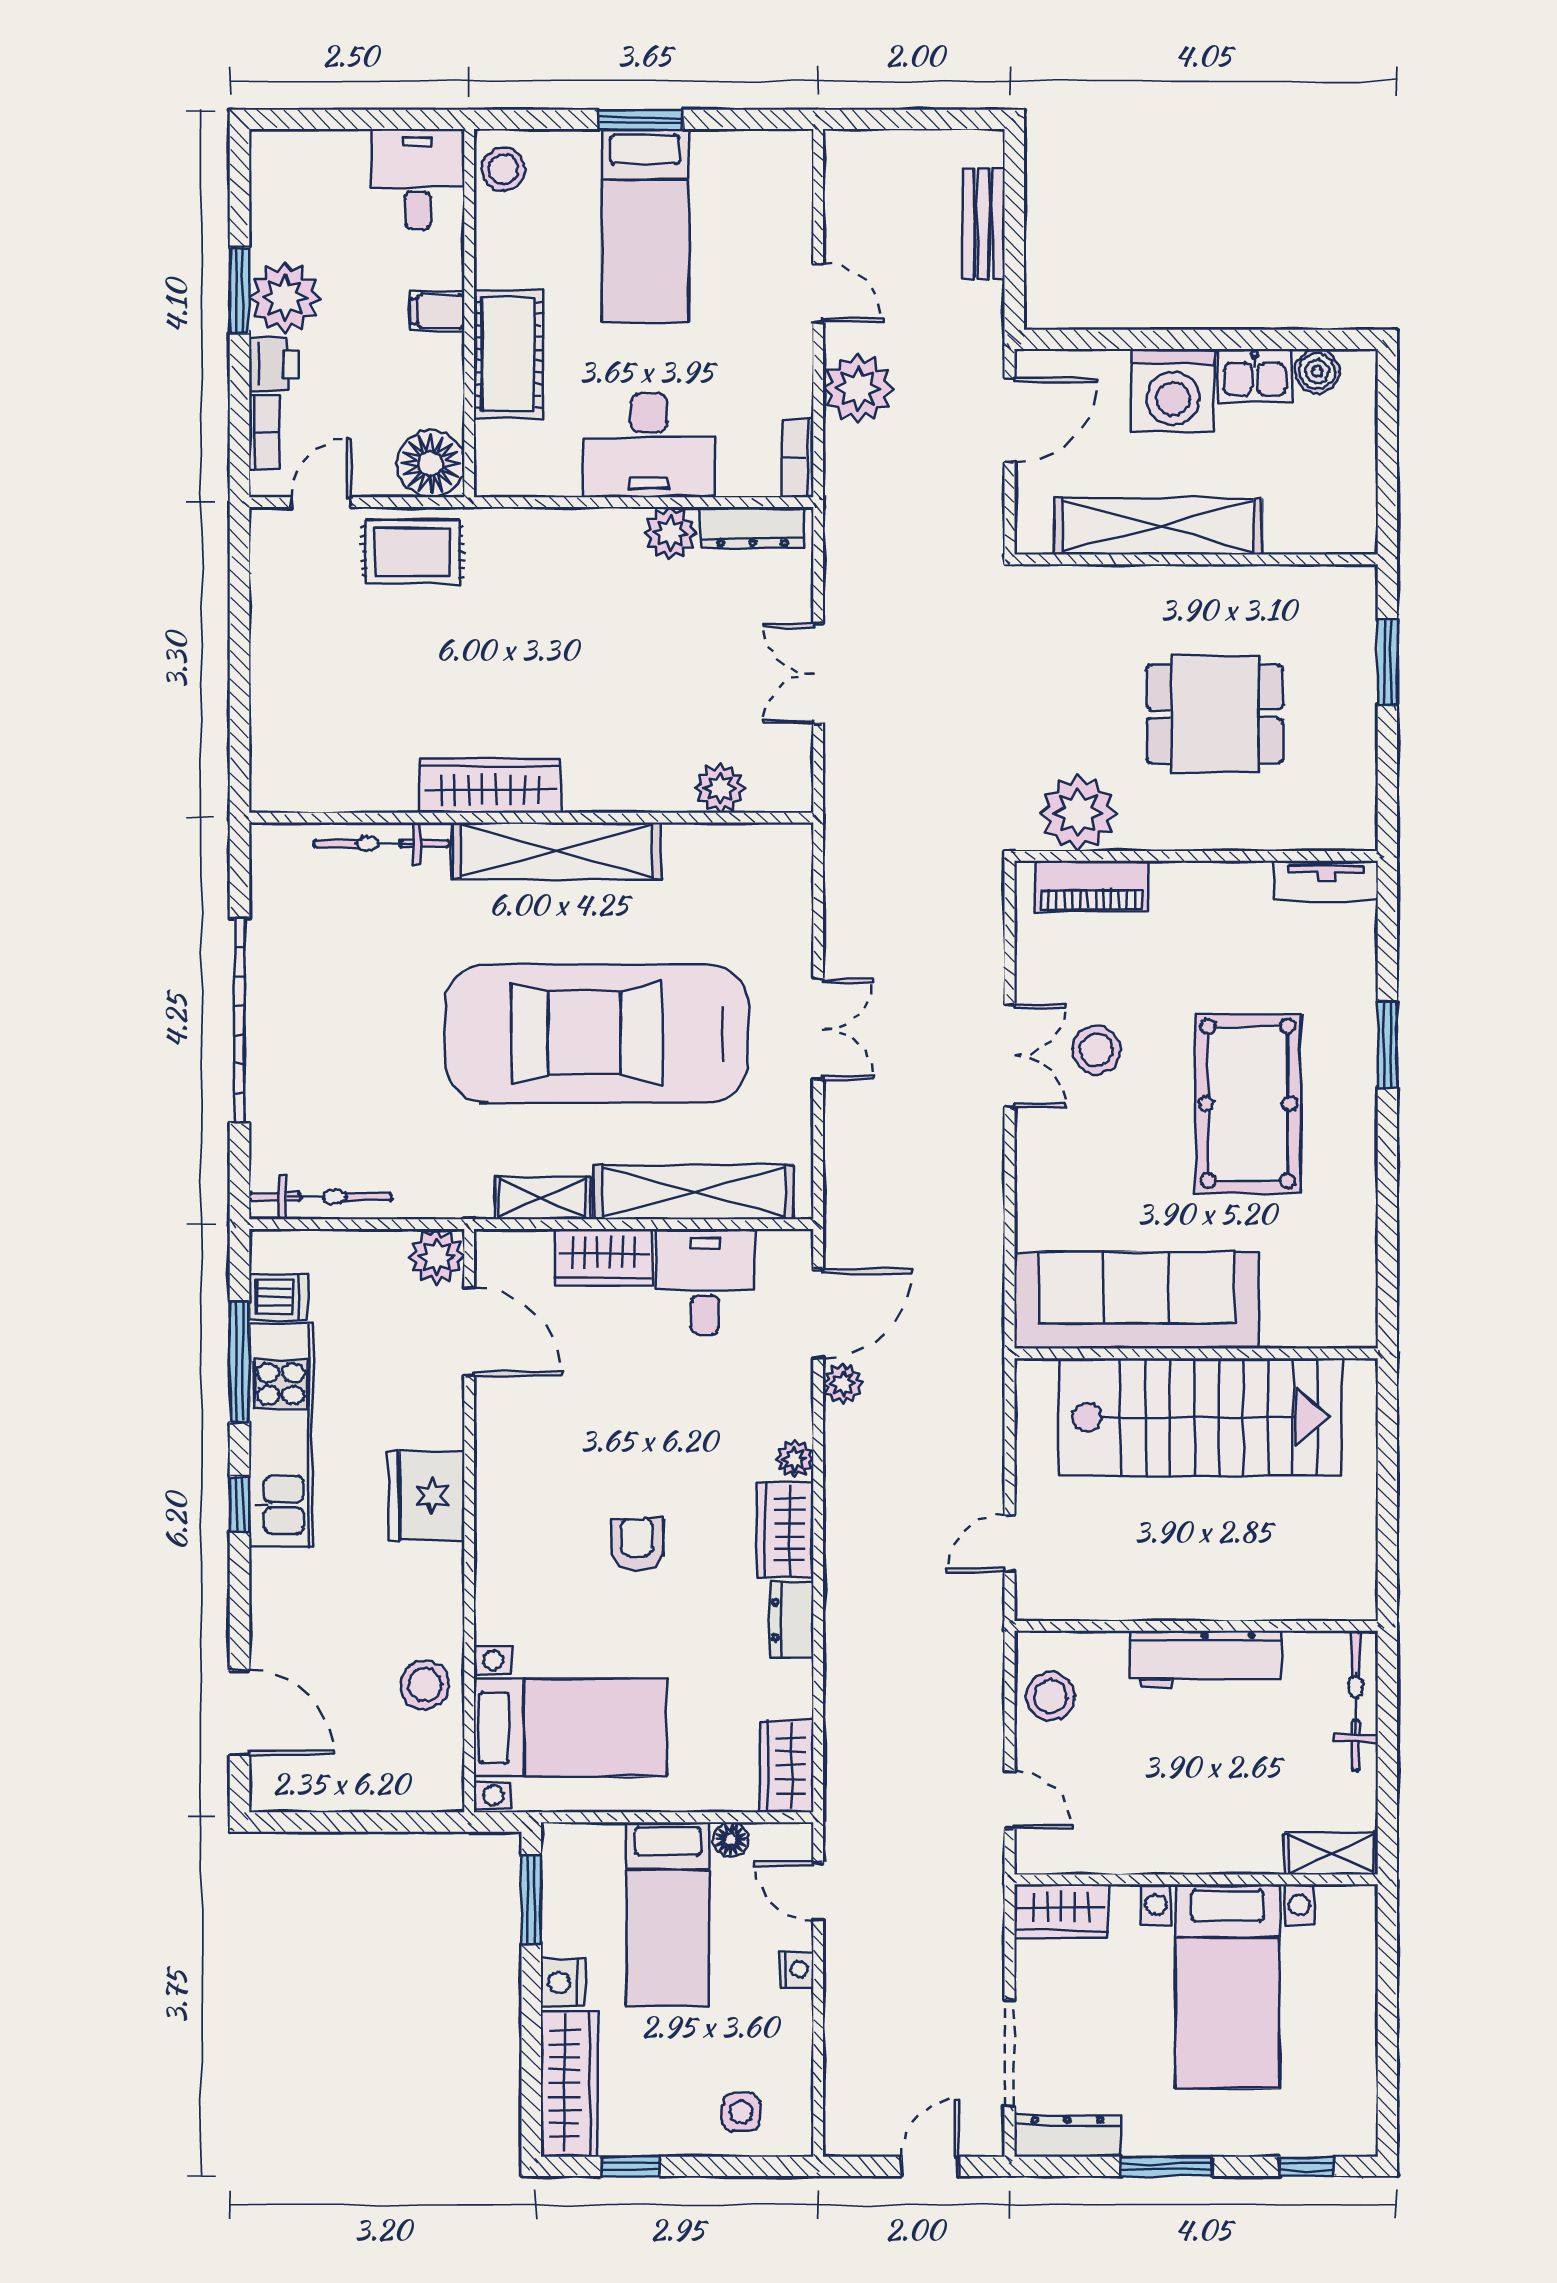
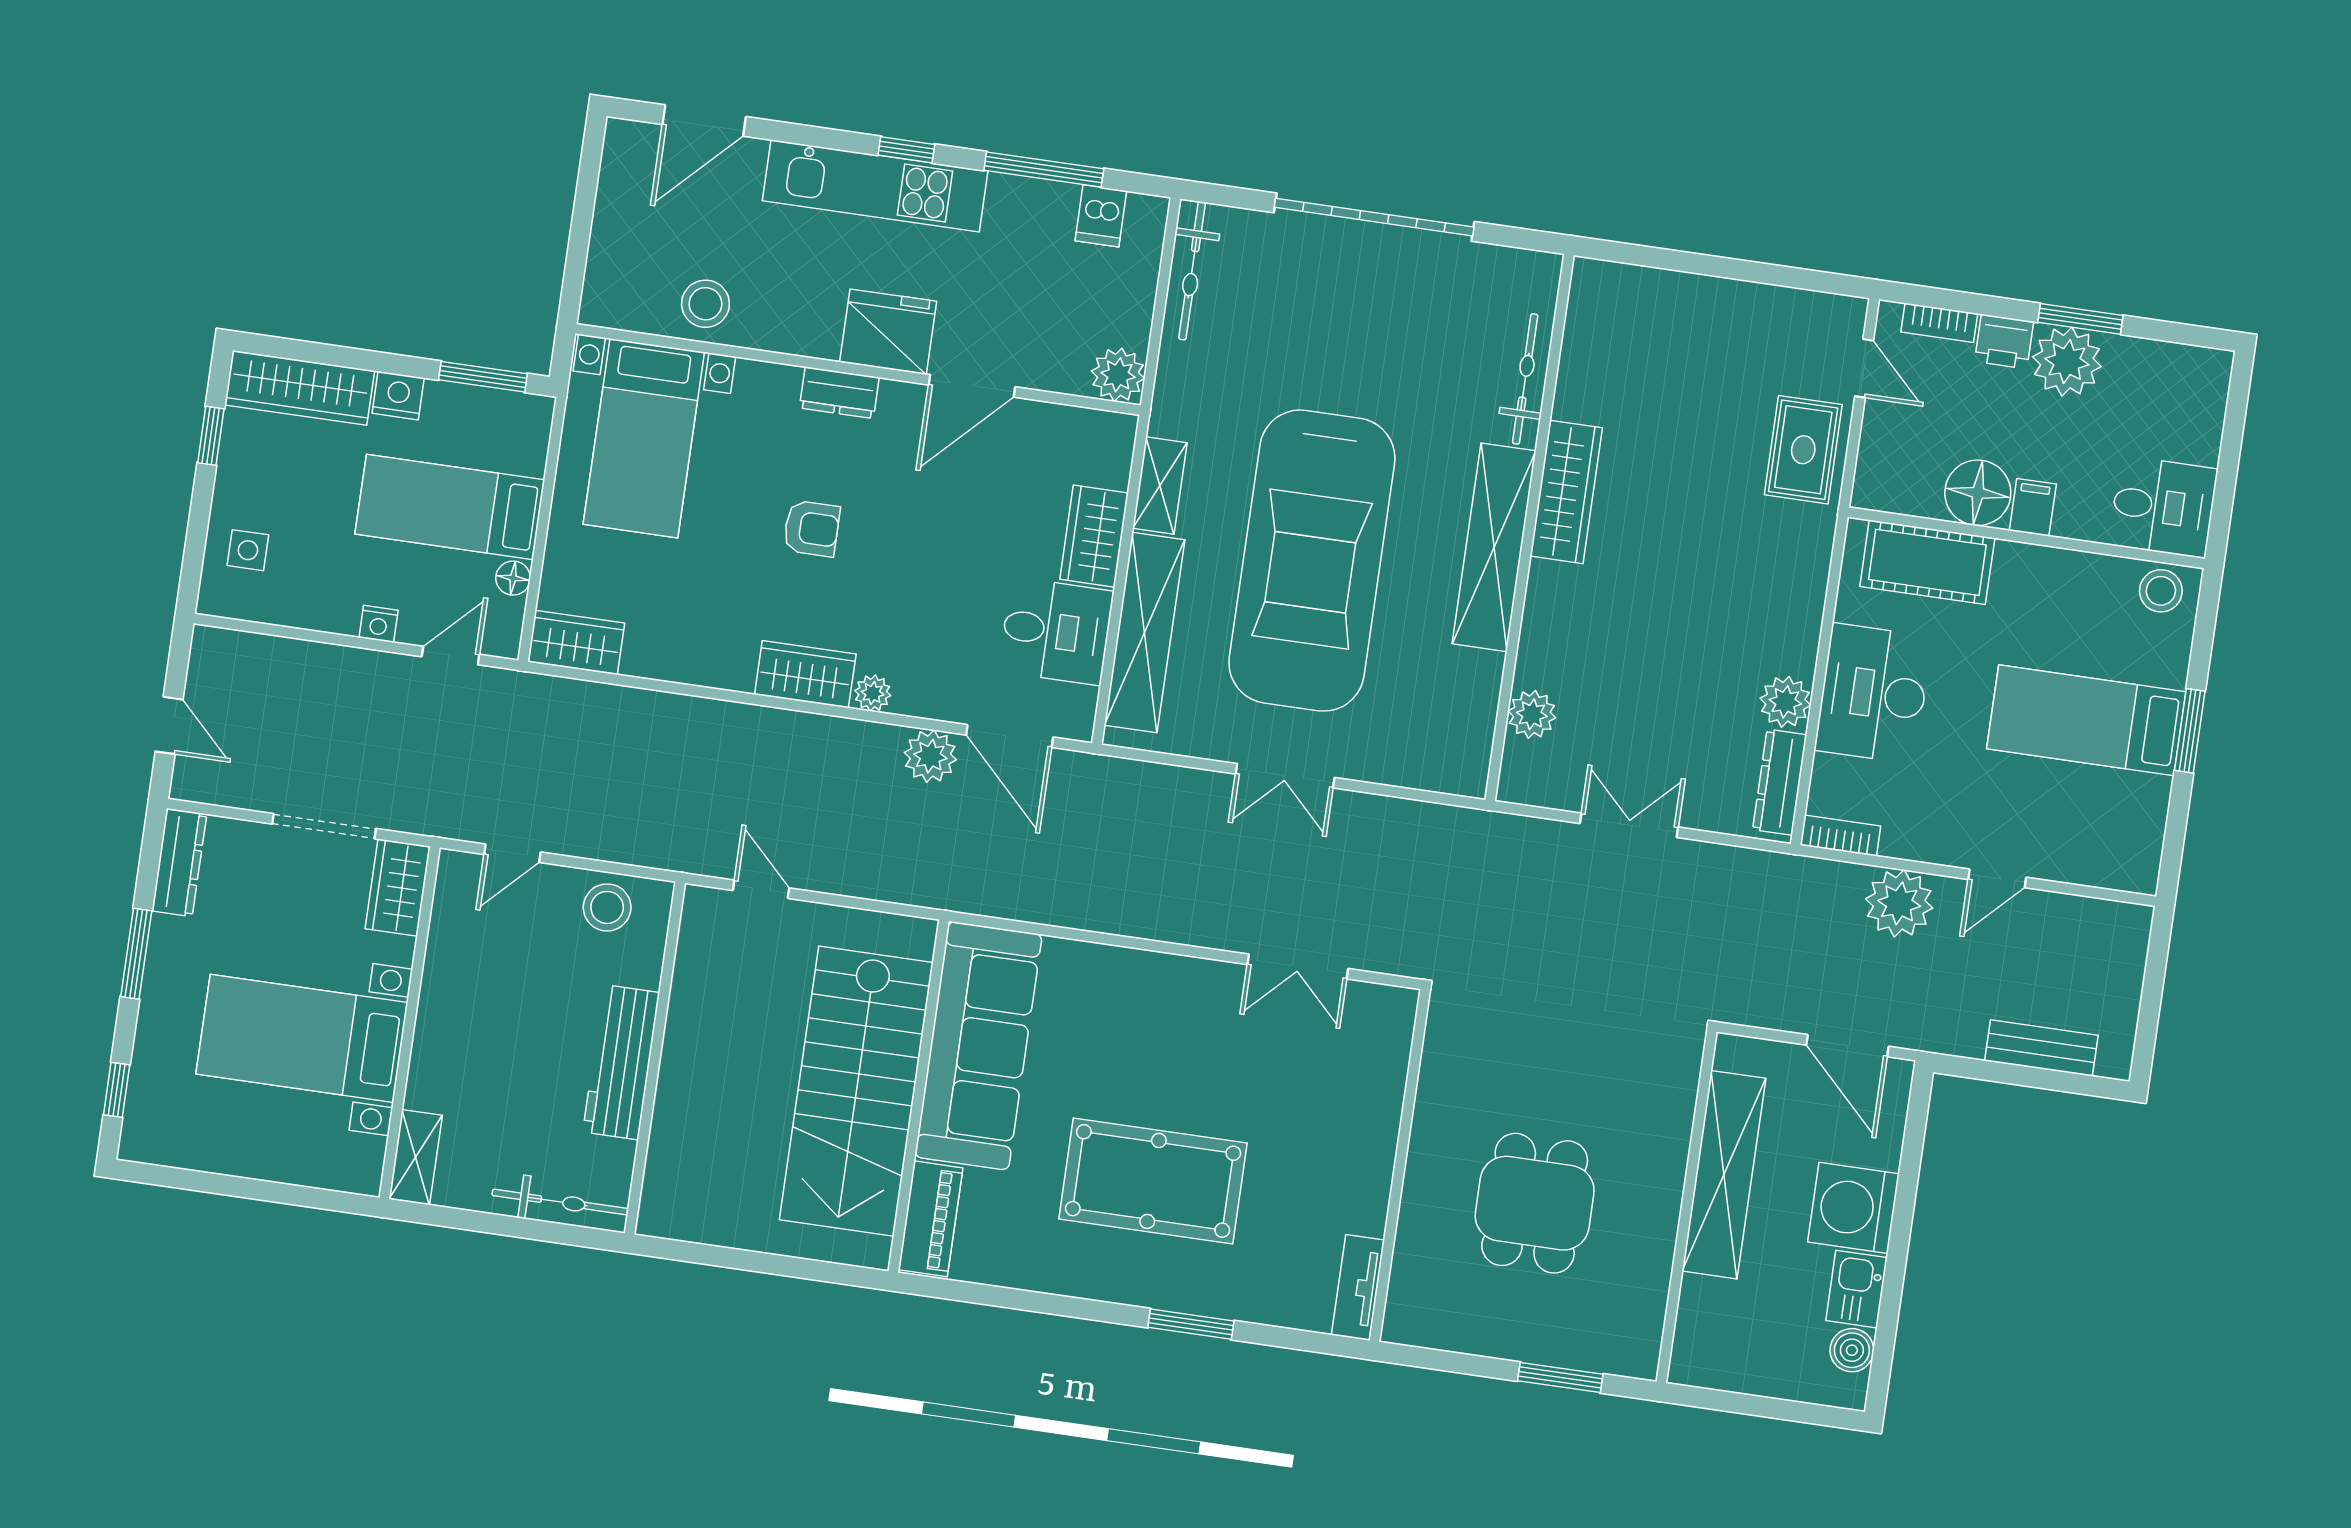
cot: (508, 354) -> (1927, 562), moved
floor lamp: (431, 464) -> (1978, 493), moved
plant: (1078, 813) -> (1458, 1057), removed
piano: (1091, 886) -> (931, 1219), moved, turned 180
car: (596, 1033) -> (1312, 561), turned 180
stool: (1096, 1050) -> (1226, 1042), removed
double door: (1010, 1056) -> (1298, 967), moved
door: (469, 1332) -> (972, 386), moved
plant: (843, 1384) -> (930, 756), width x1.38, depth x1.38
kitchen unit: (281, 1436) -> (875, 186), moved
dresser: (792, 1620) -> (839, 393), moved, turned 180
doorway: (1010, 2053) -> (324, 826), moved

